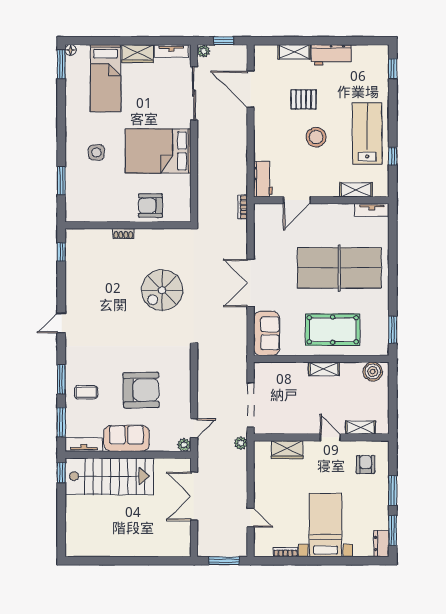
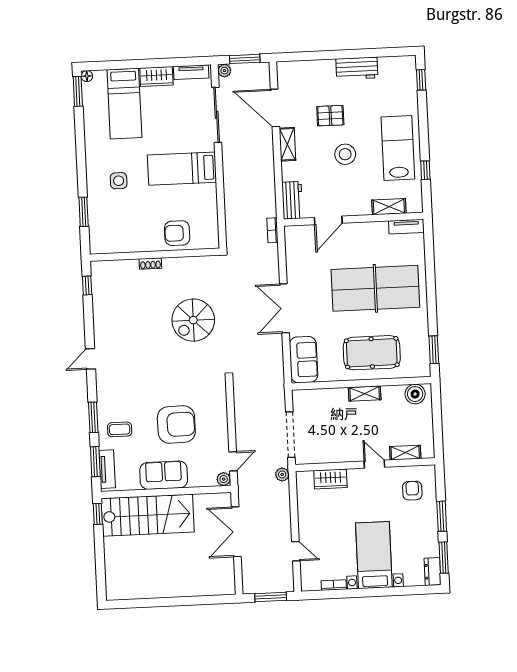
window: (224, 41) -> (245, 59), width x1.50
shelving: (294, 52) -> (287, 144), moved, turned 90
bed: (158, 151) -> (182, 169), width x0.67
tv unit: (84, 444) -> (107, 469), moved, turned 90

